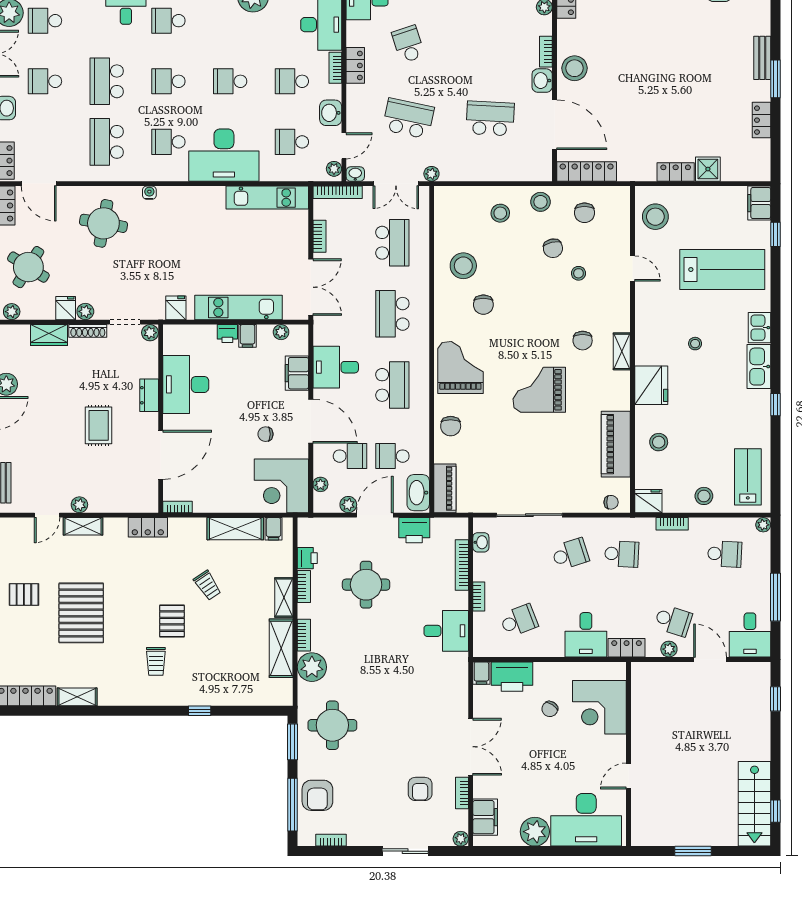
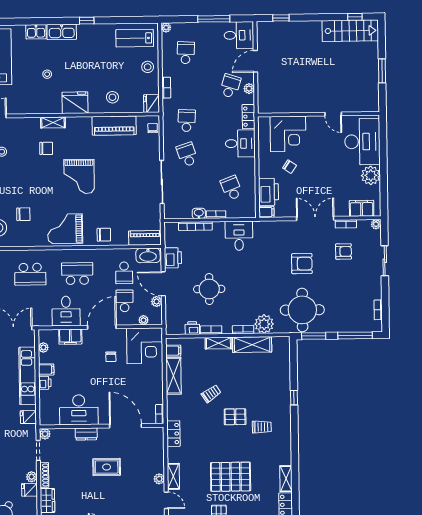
washbasin: (481, 542) -> (199, 213), moved
round table: (332, 725) -> (302, 310), width x1.36, depth x1.36
armchair: (317, 795) -> (302, 264), moved

